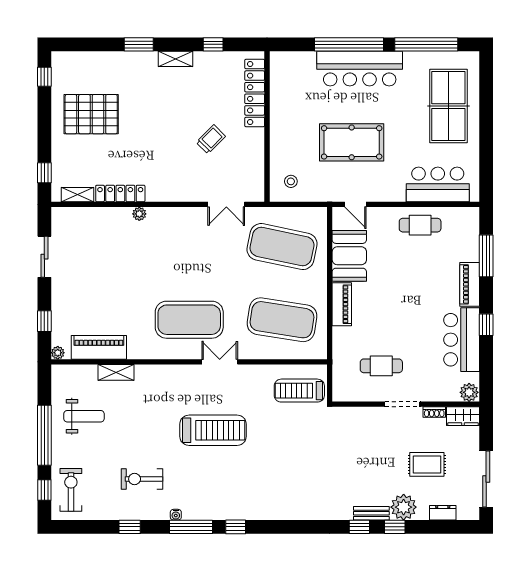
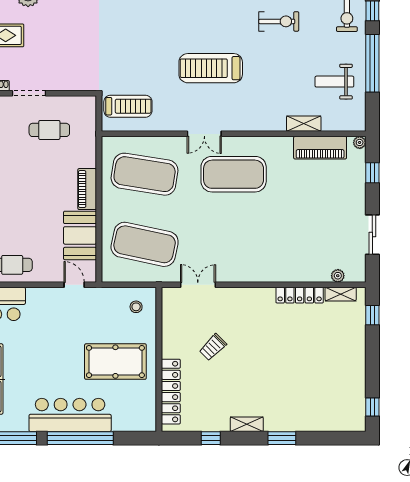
pallet: (91, 114) -> (328, 371), removed
pool table: (352, 142) -> (115, 362), moved
plant: (139, 214) -> (338, 276), moved

